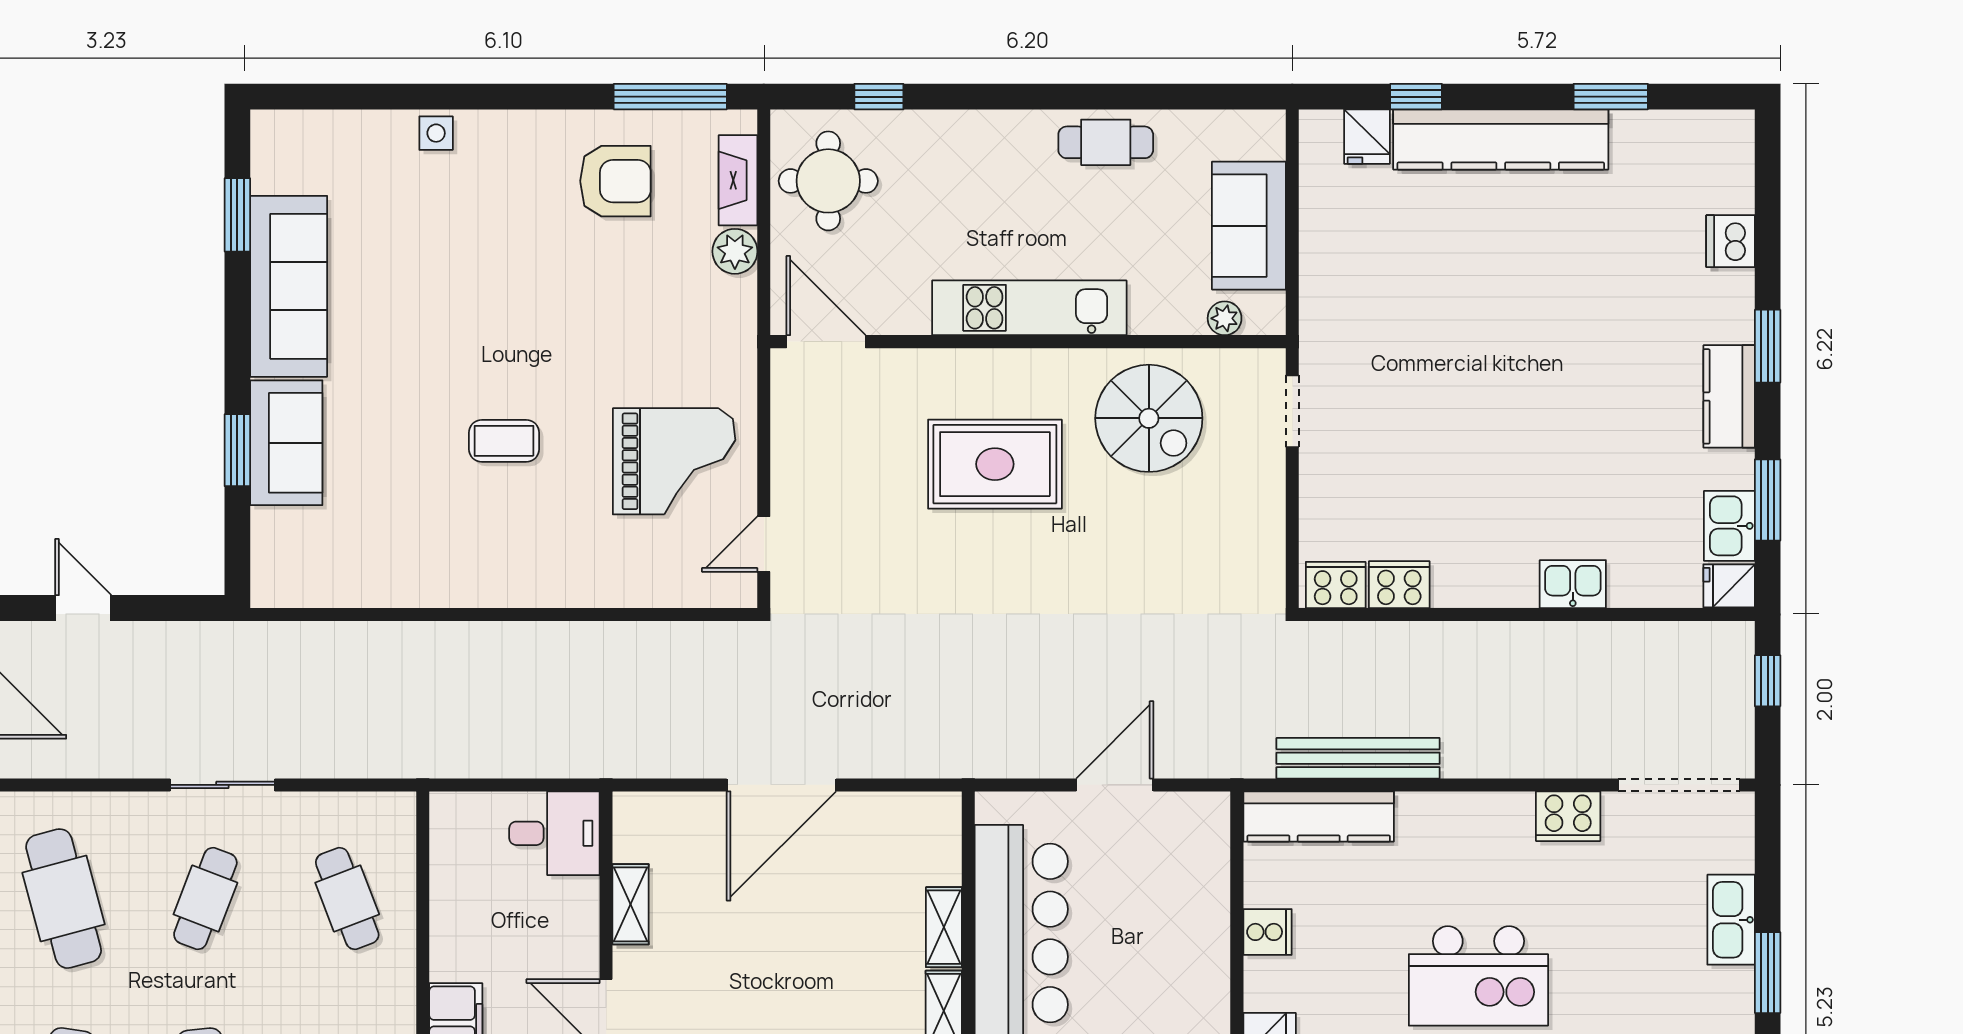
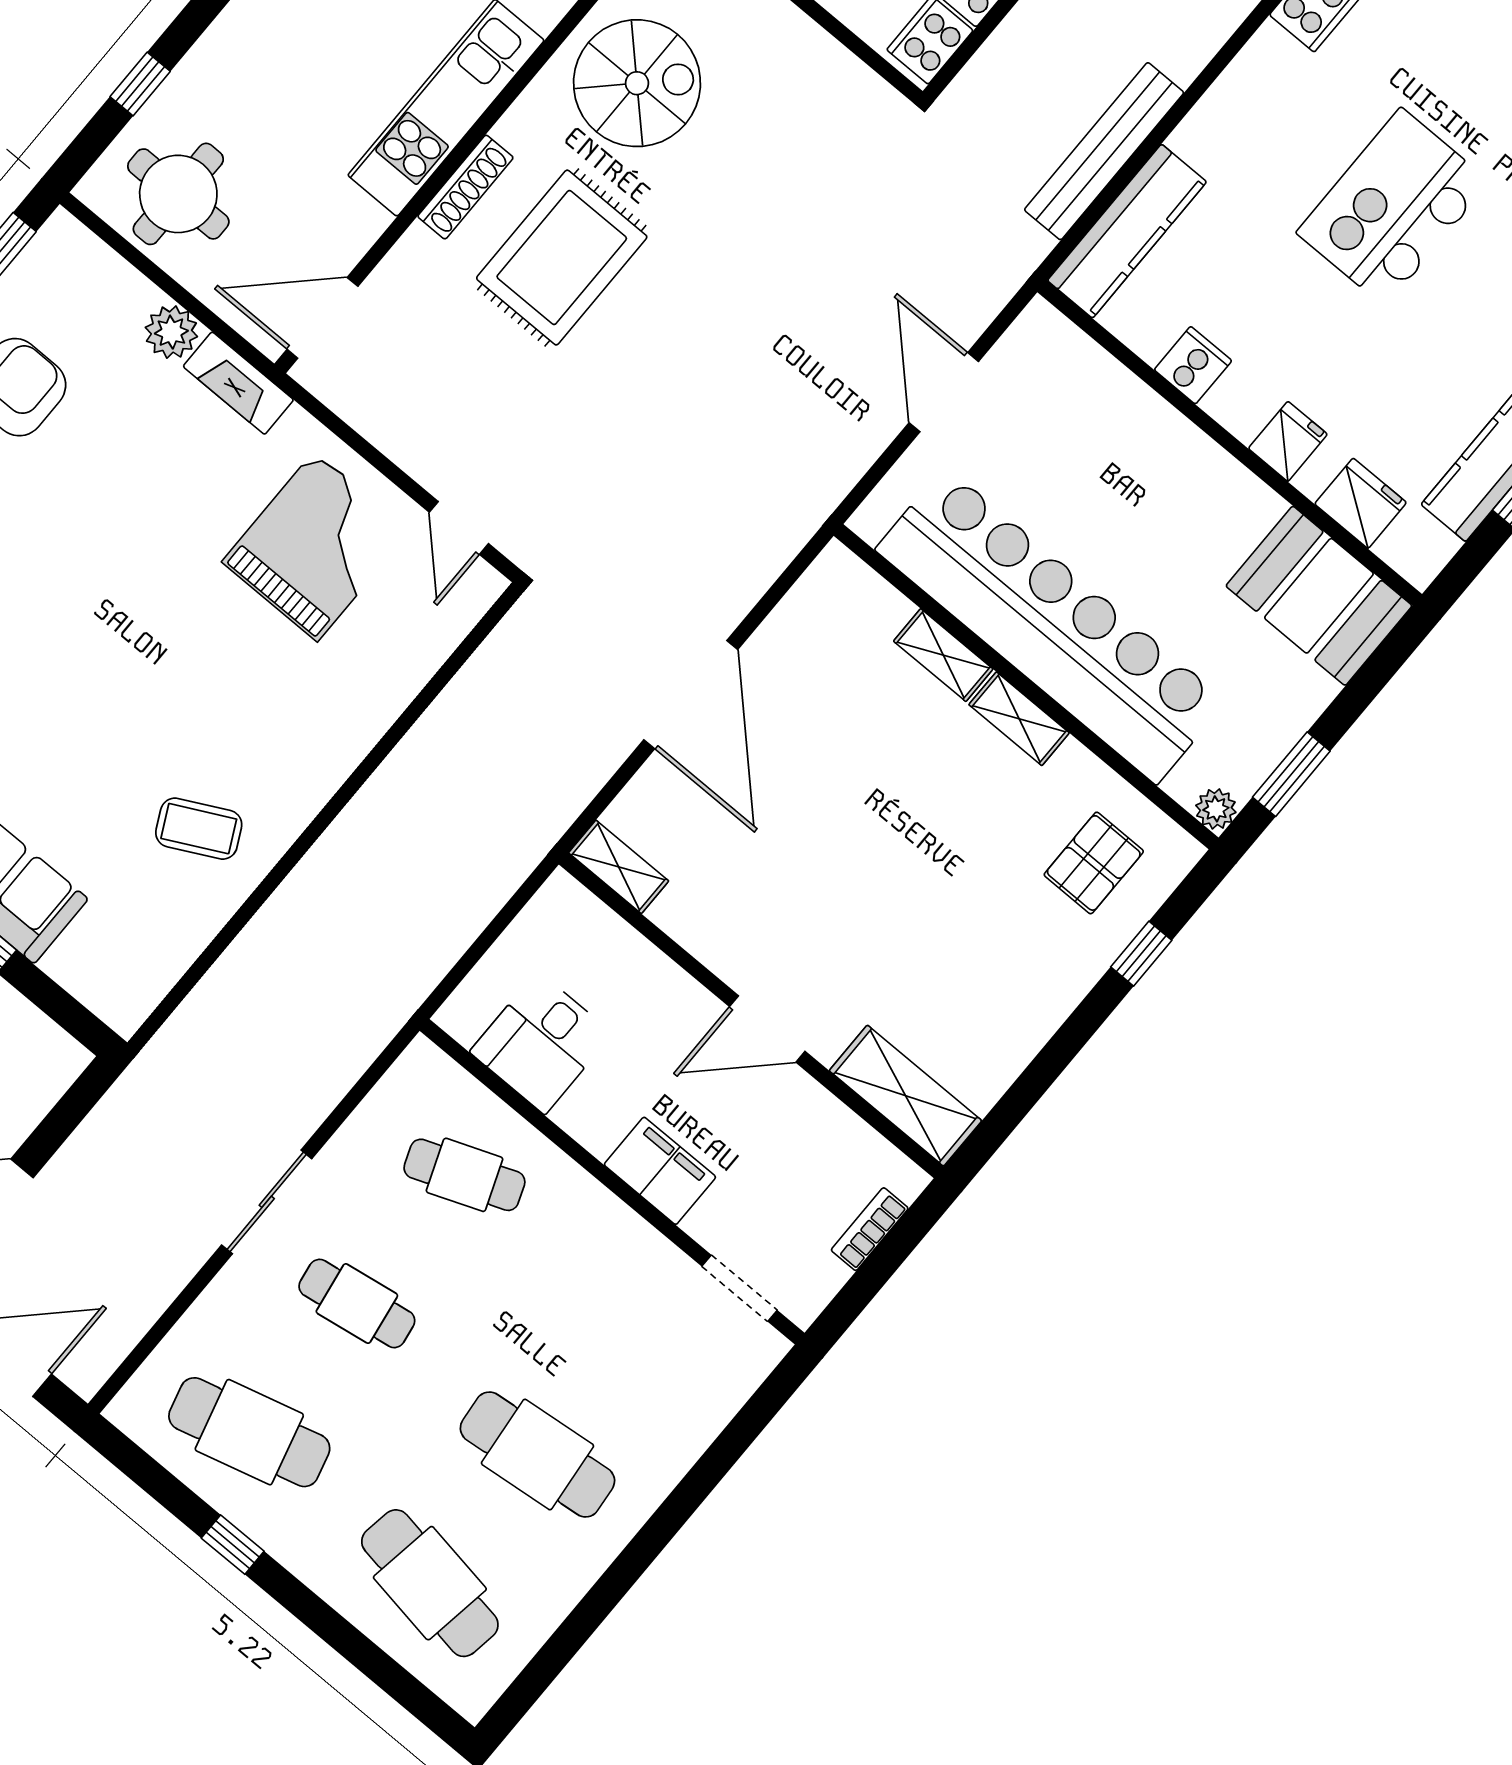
fireplace: (738, 180) -> (238, 383), moved
shoe rack: (988, 363) -> (465, 187), added
coffee table: (504, 441) -> (199, 829), moved, turned 63
desk: (554, 833) -> (541, 1043), moved, turned 180
cafe table: (205, 899) -> (357, 1303), turned -30
shelving: (631, 904) -> (619, 867), moved
kitchen island: (1478, 976) -> (1393, 207), turned 180

